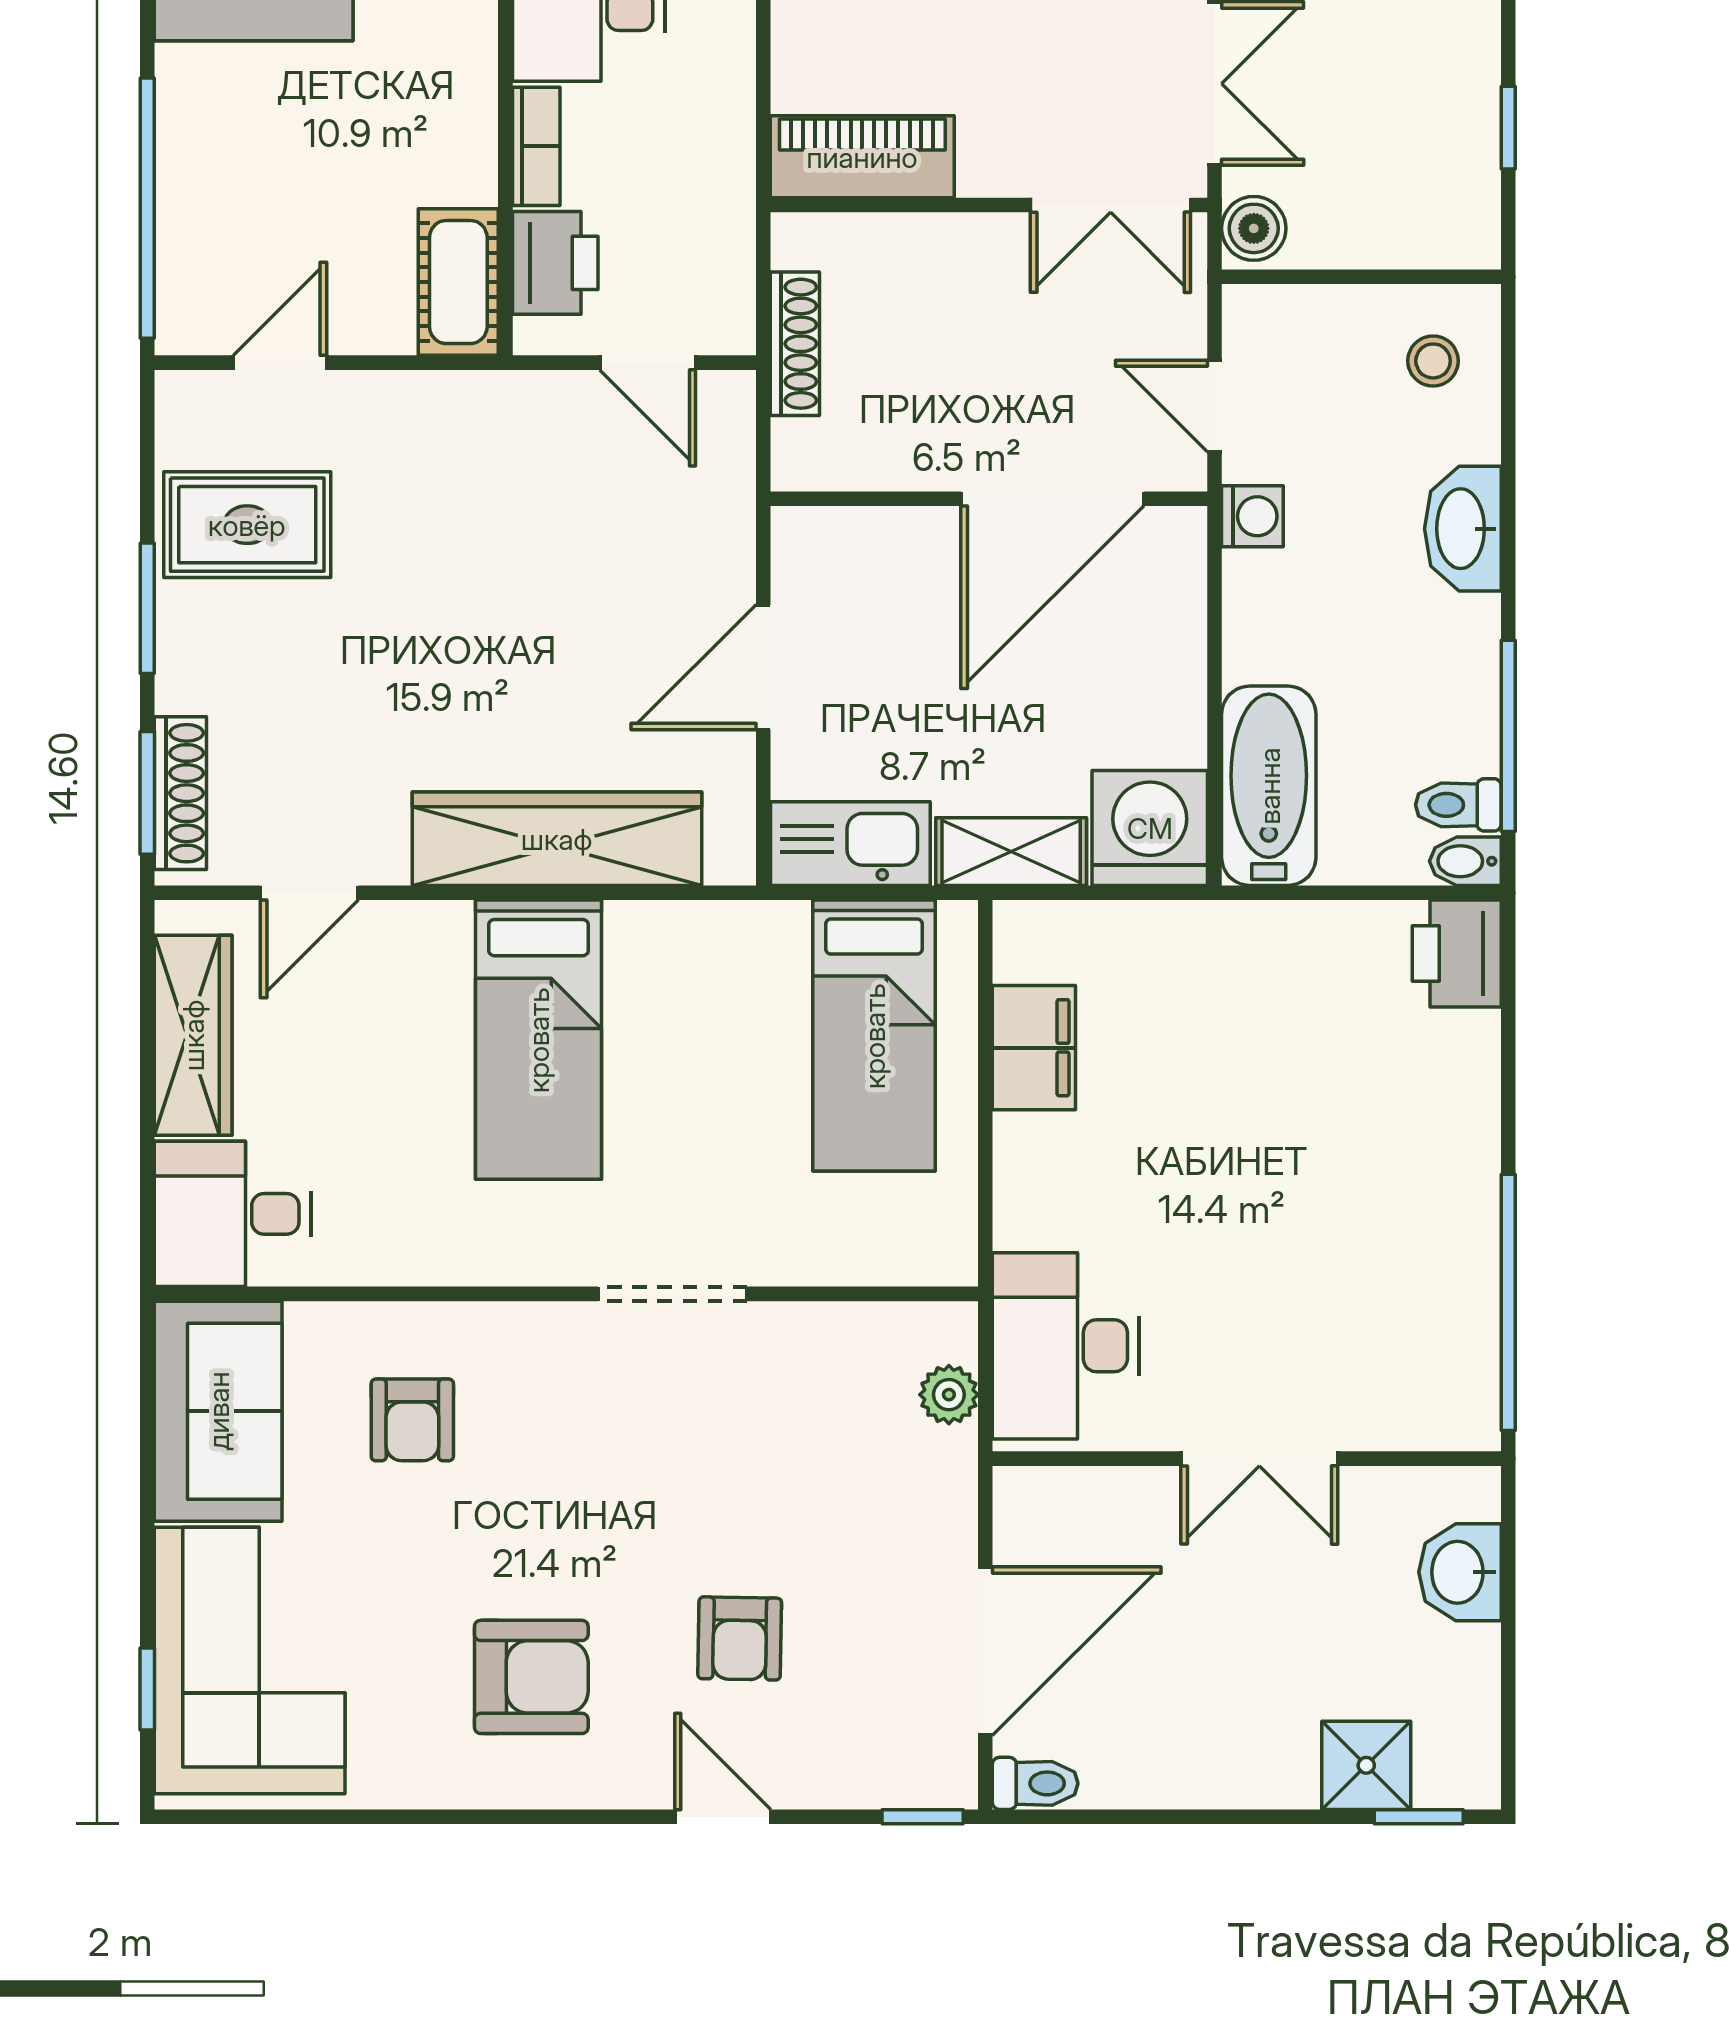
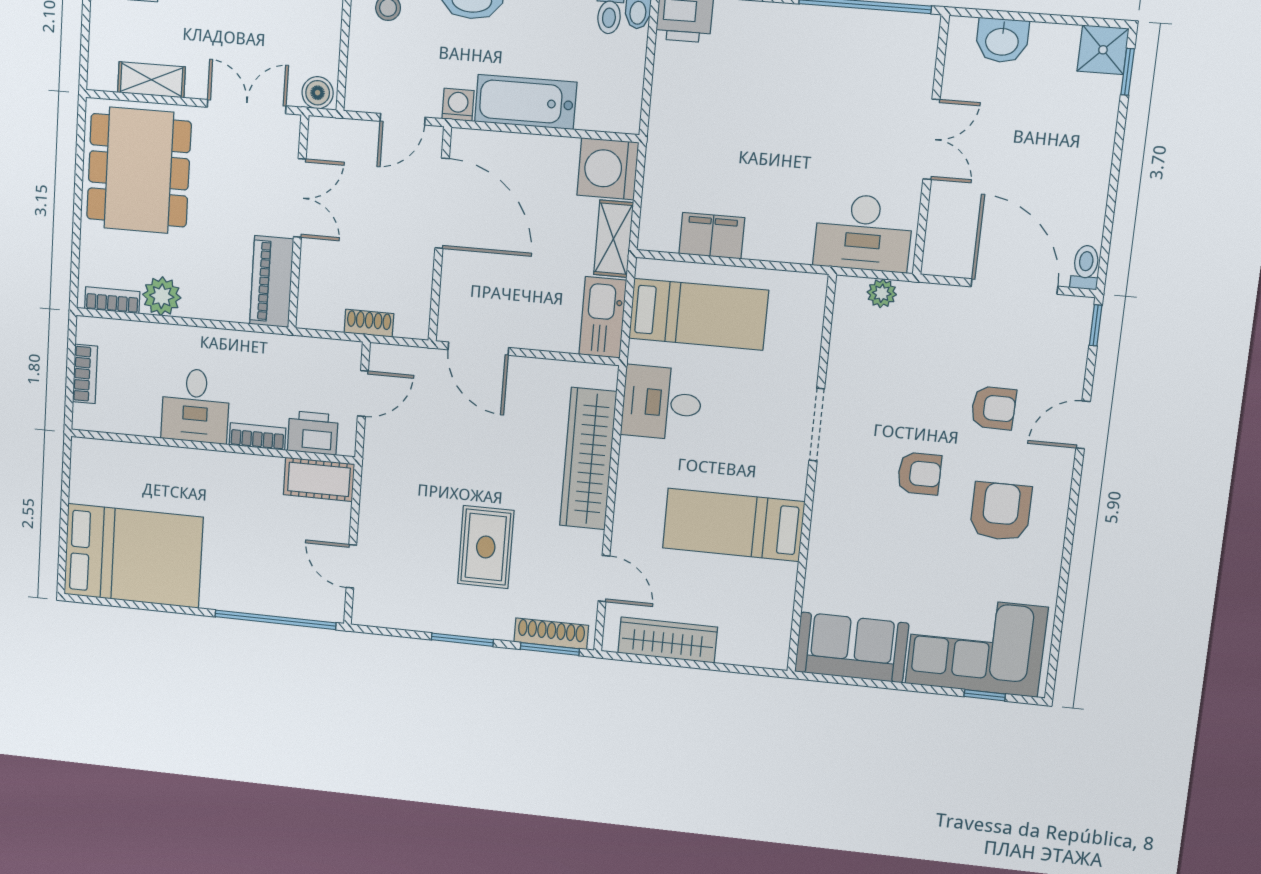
double door: (1111, 205) -> (300, 198), moved
shoe rack: (795, 344) -> (369, 323), width x0.70
rug: (247, 525) -> (486, 547), moved
door: (763, 667) -> (478, 349), moved
bathtub: (1269, 786) -> (526, 102), moved
bed: (538, 1040) -> (733, 525), moved, turned 180
desk: (233, 1214) -> (662, 403), moved, turned 90
armchair: (412, 1420) -> (919, 473), moved
shower: (1366, 1765) -> (1103, 50), moved

